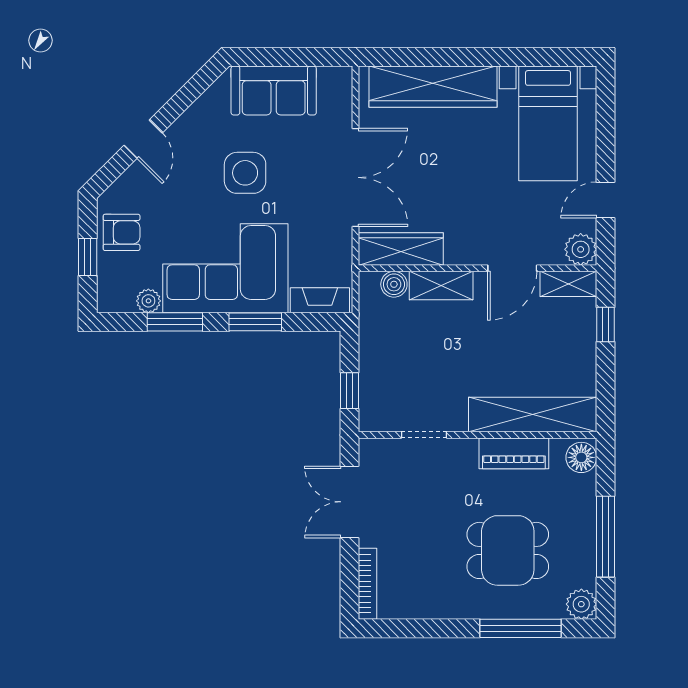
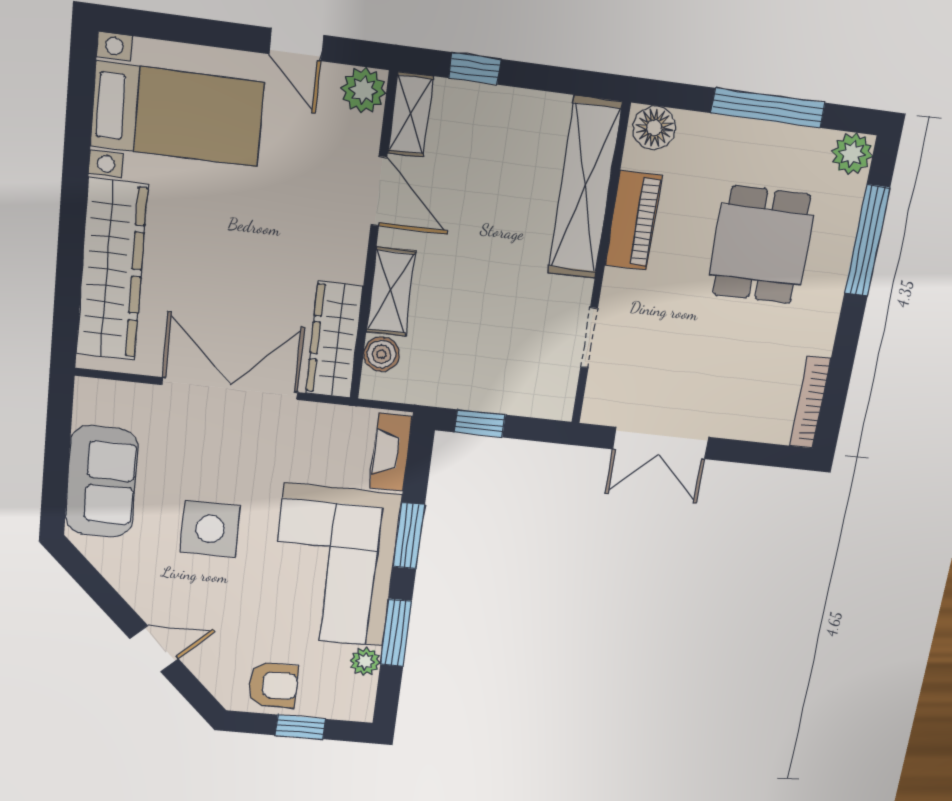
armchair: (122, 232) -> (273, 685), turned 90
window: (350, 391) -> (480, 423), moved
bookcase: (368, 584) -> (810, 402), moved, turned -90

